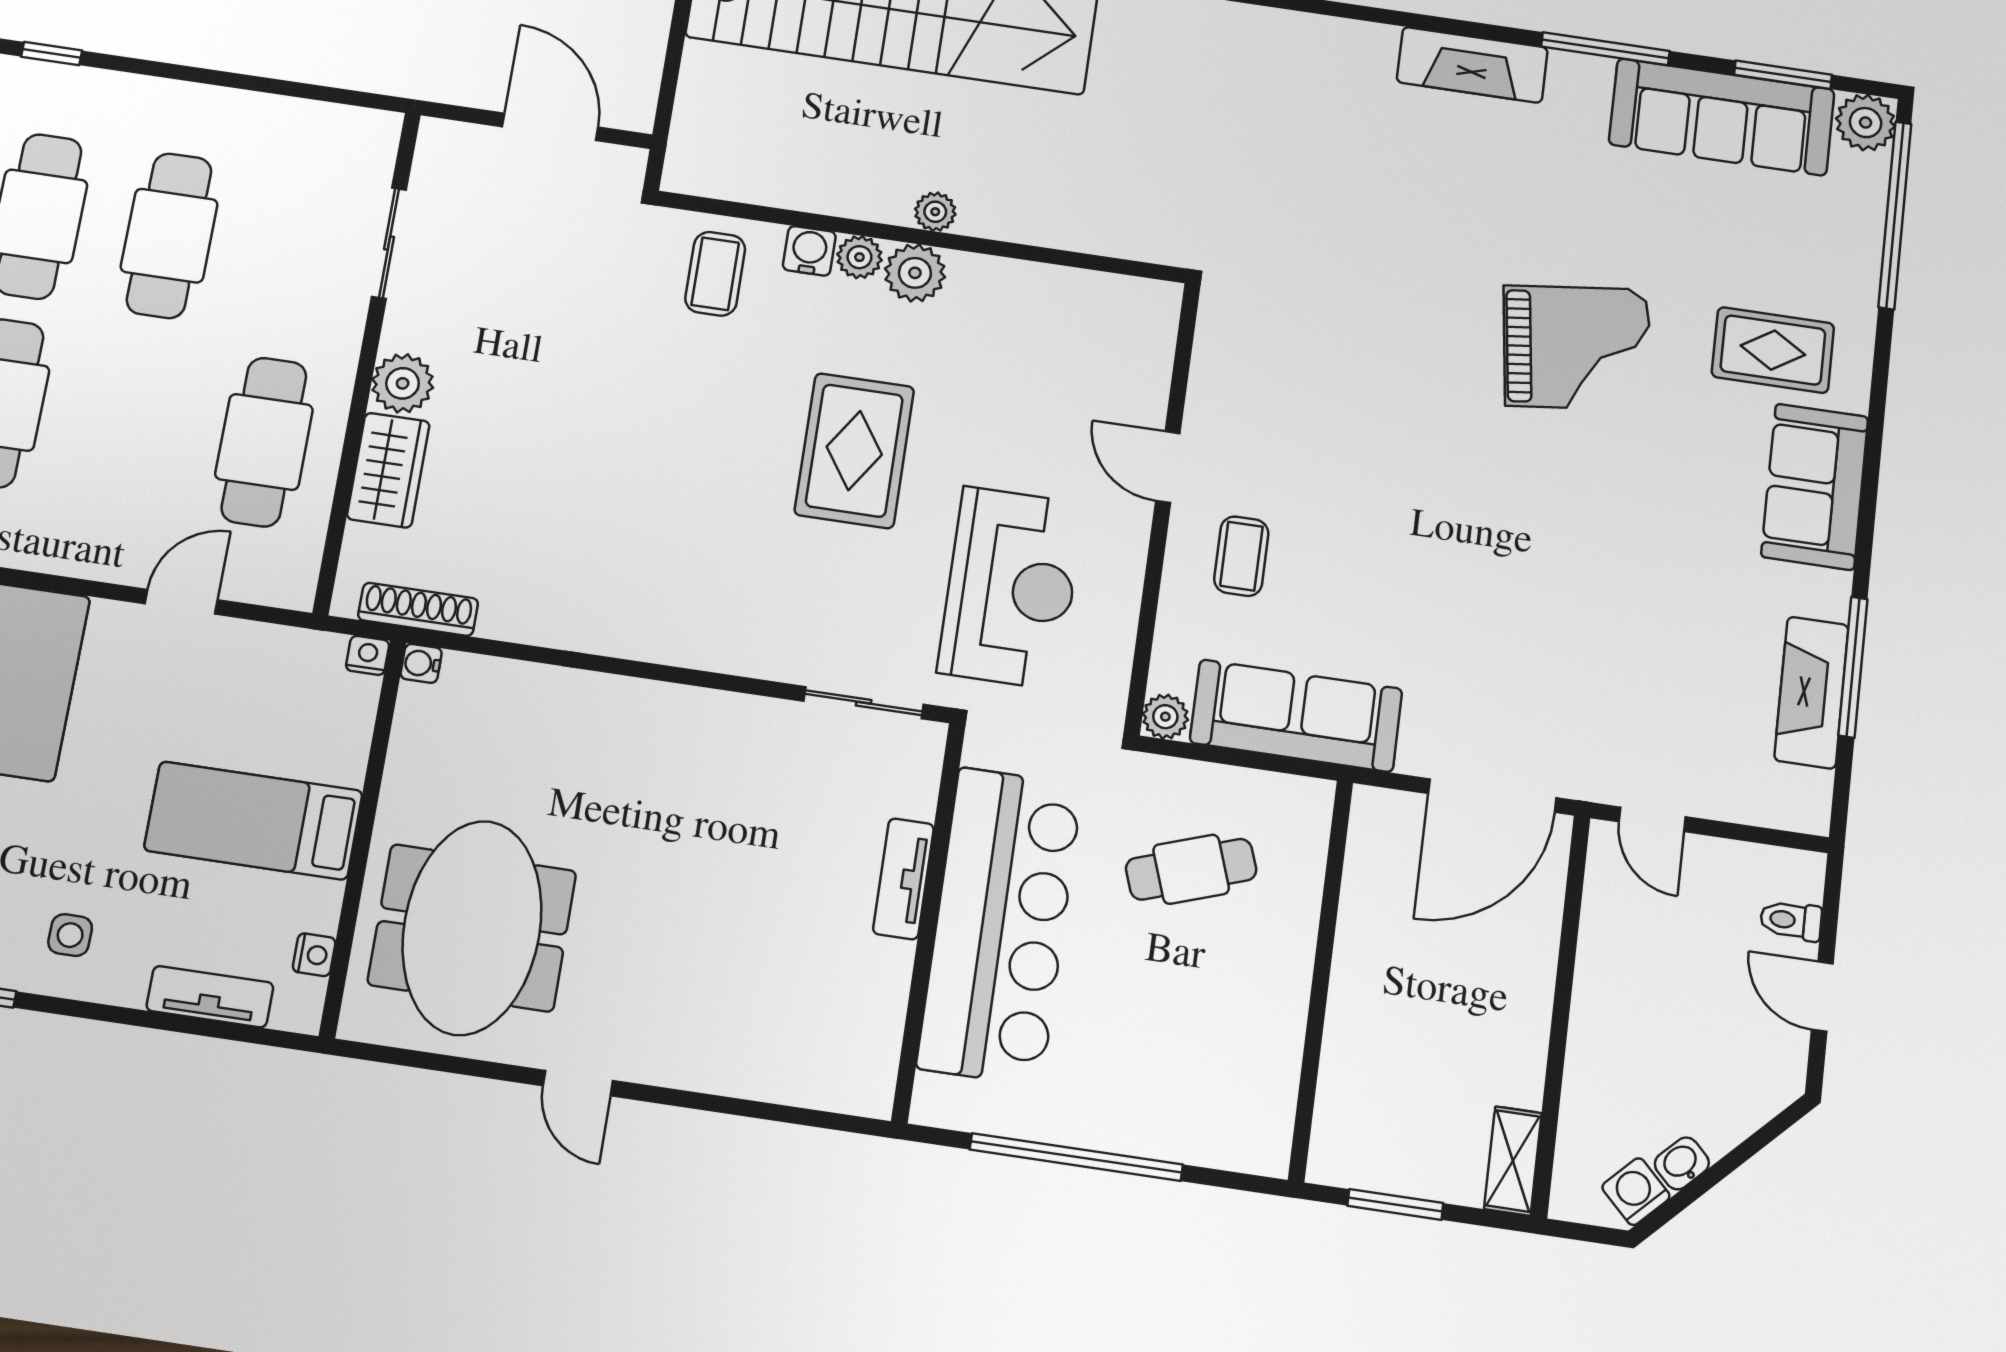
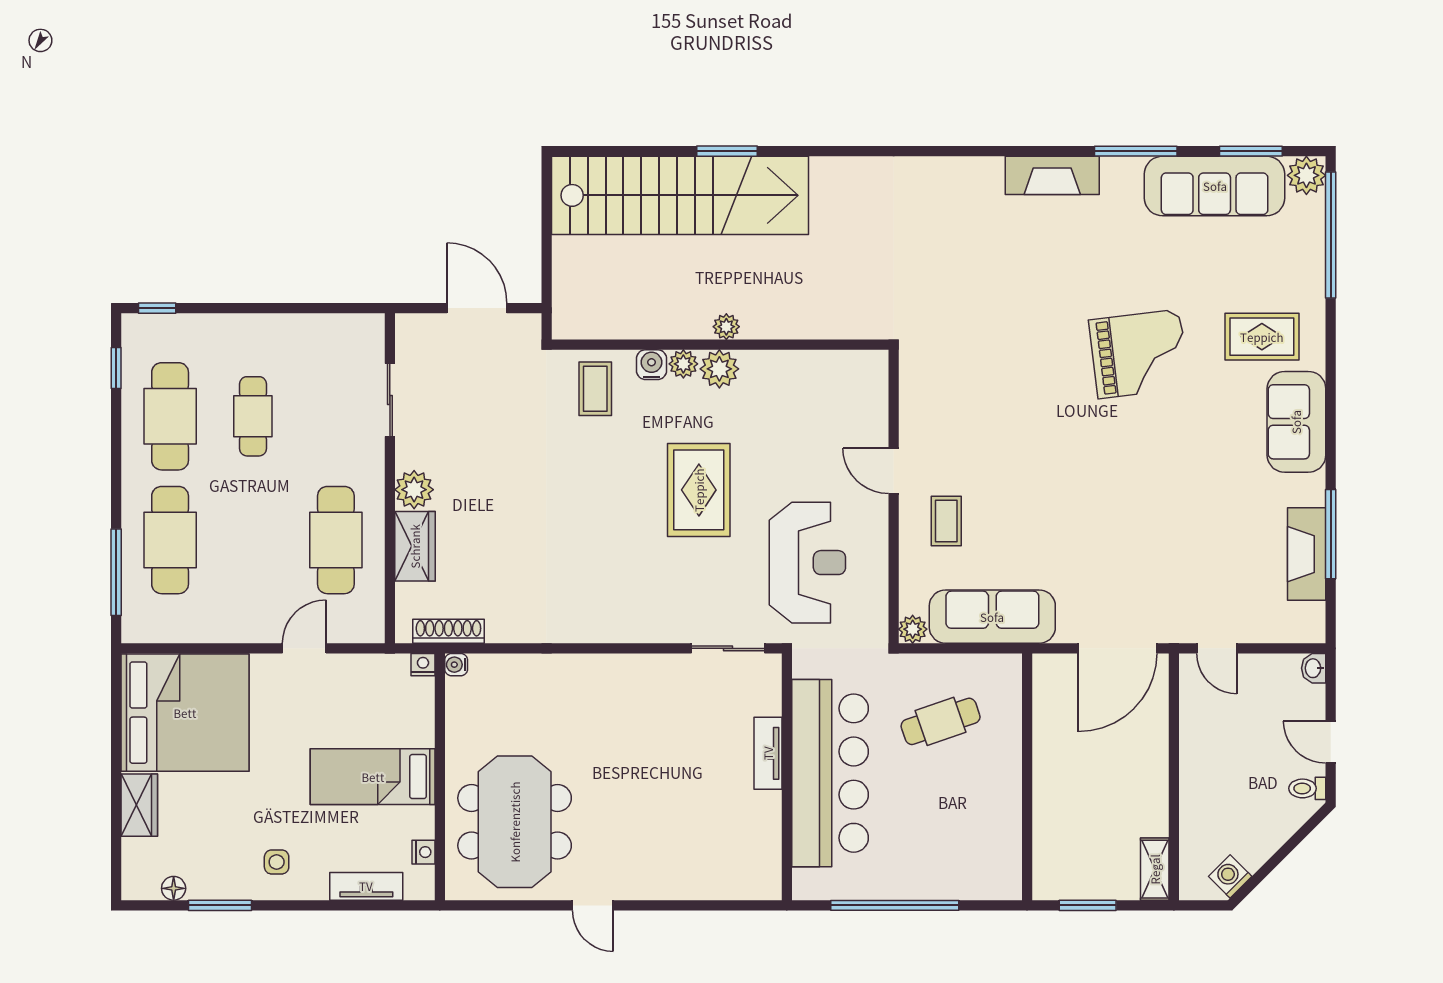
cafe table: (169, 236) -> (253, 416), width x0.73, depth x0.74
toilet: (1791, 920) -> (1307, 788), moved
washbasin: (1682, 1163) -> (1314, 668), moved, turned -45

